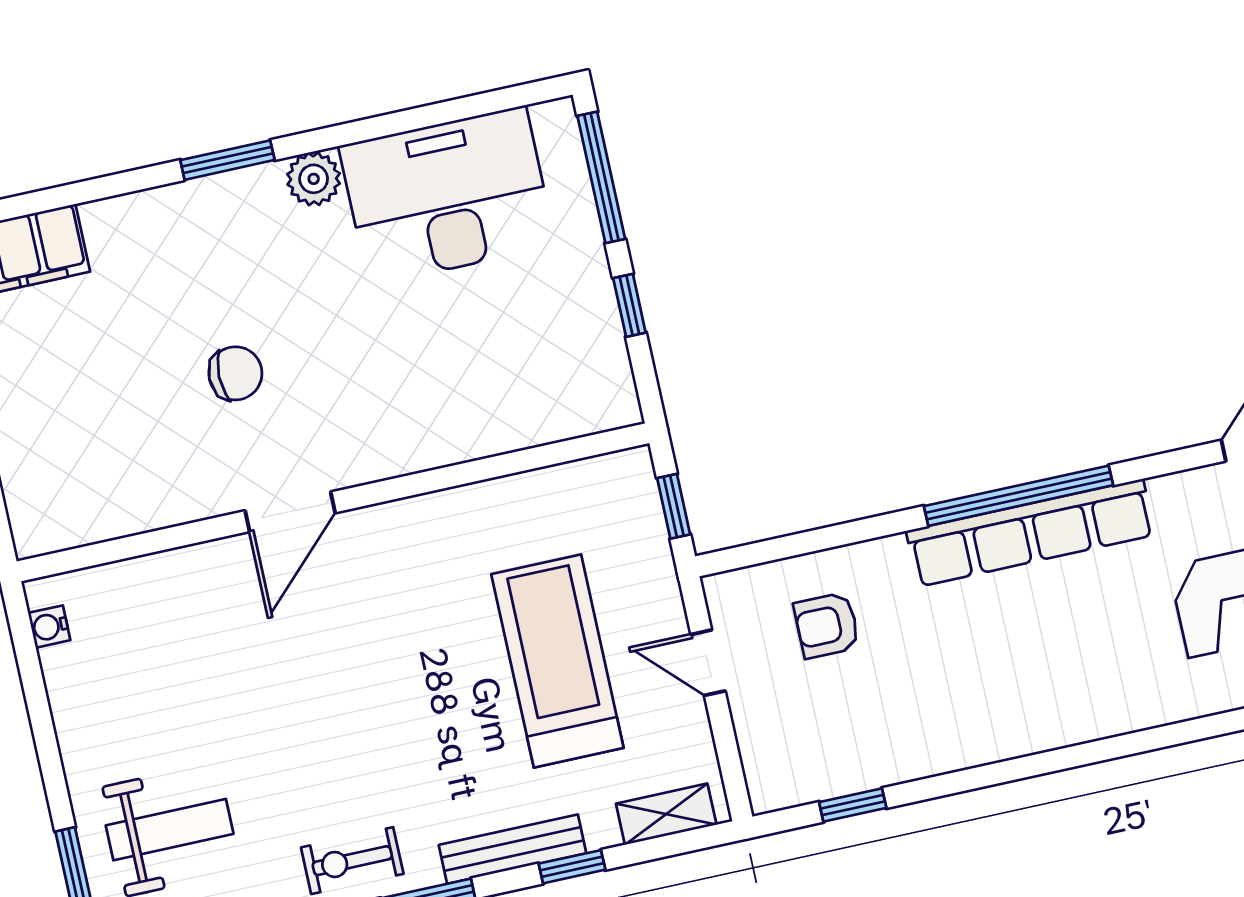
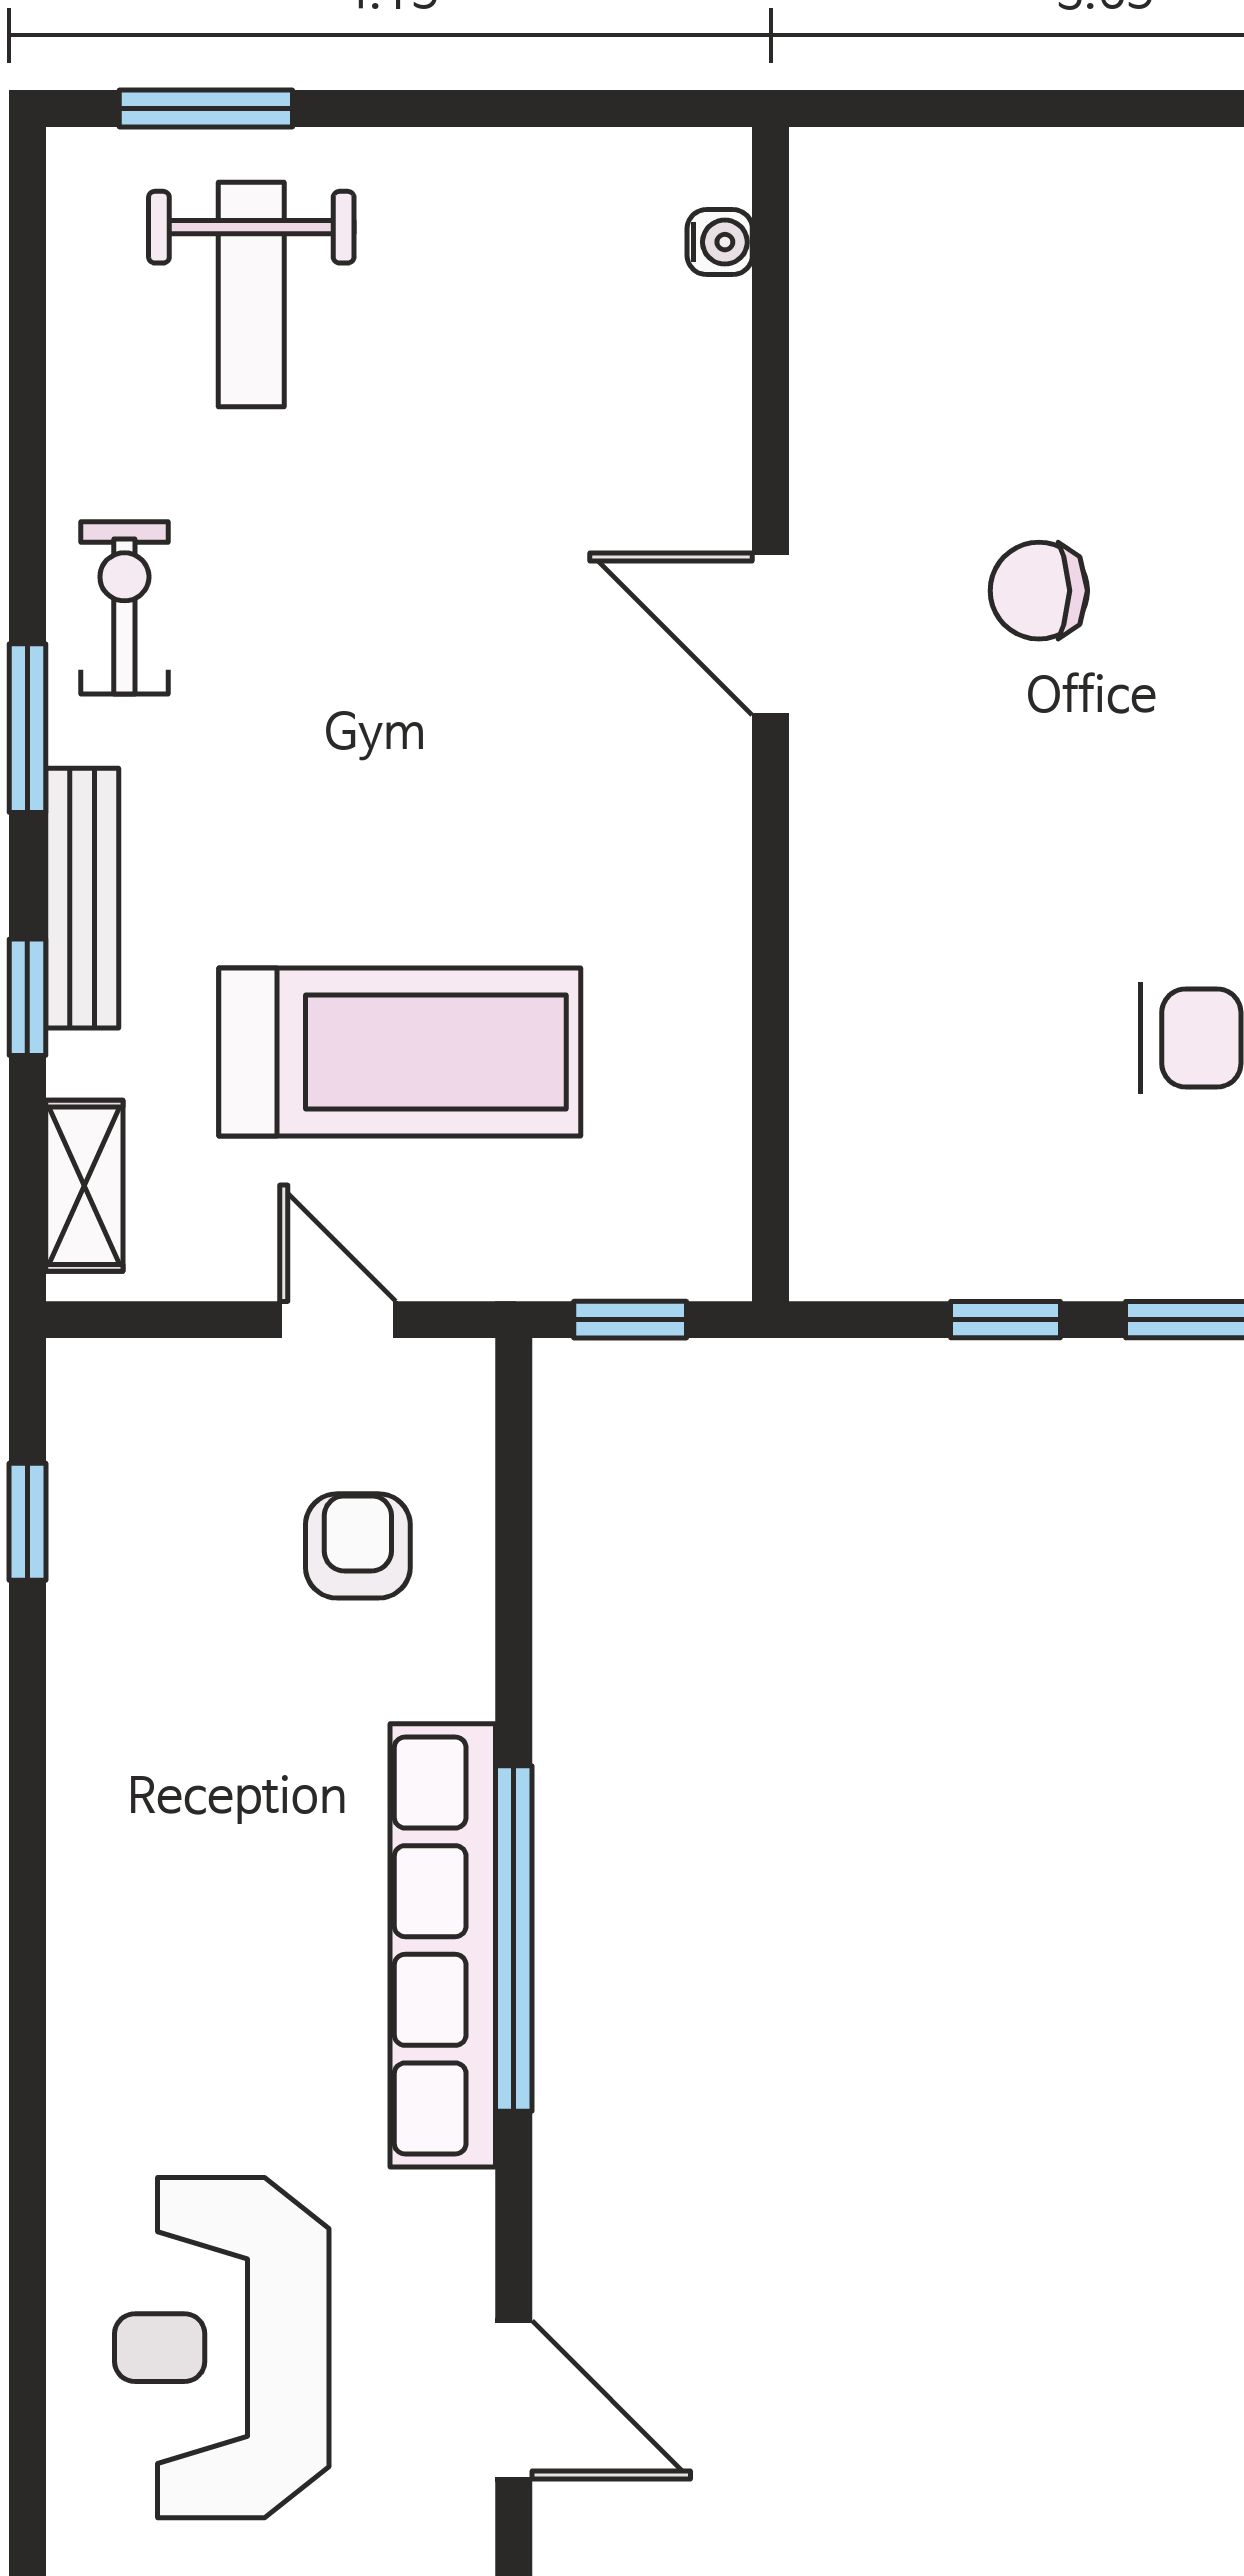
chair: (235, 373) -> (1039, 591), turned 90
water cooler: (49, 627) -> (720, 242), moved, turned 90
door: (708, 663) -> (338, 1320), hinge flipped

